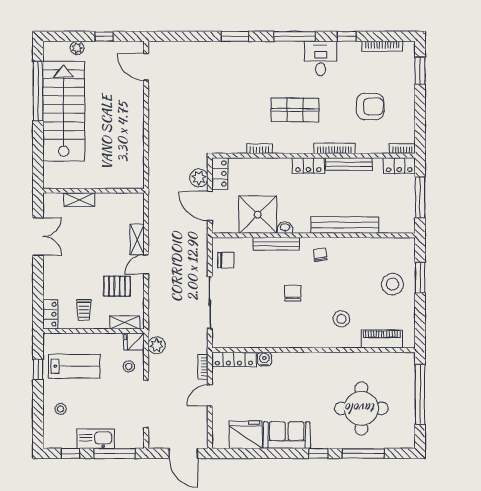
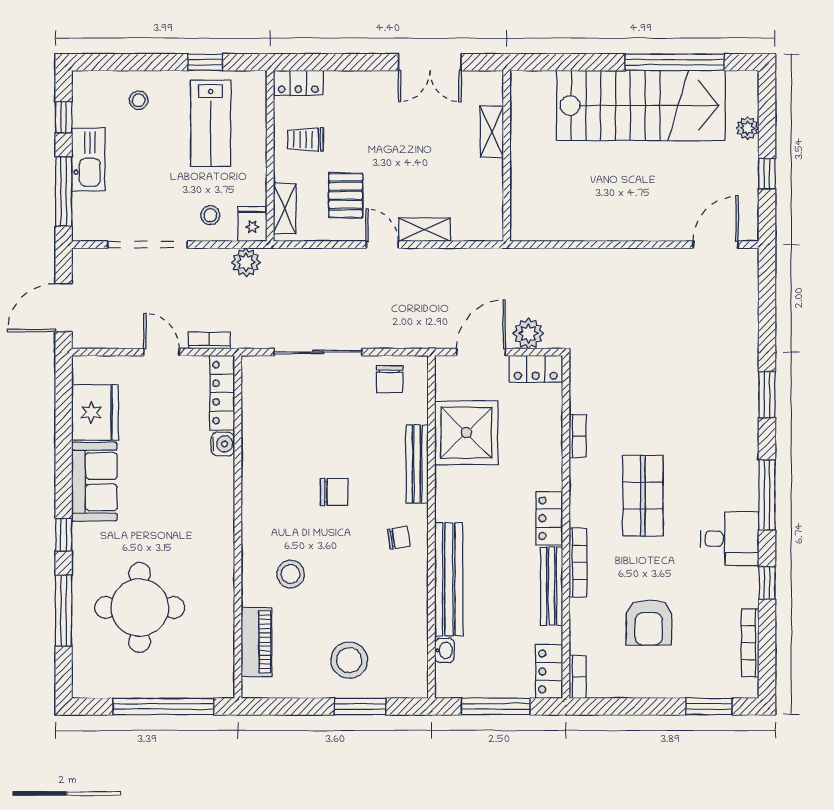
washbasin: (285, 228) -> (444, 650), moved

